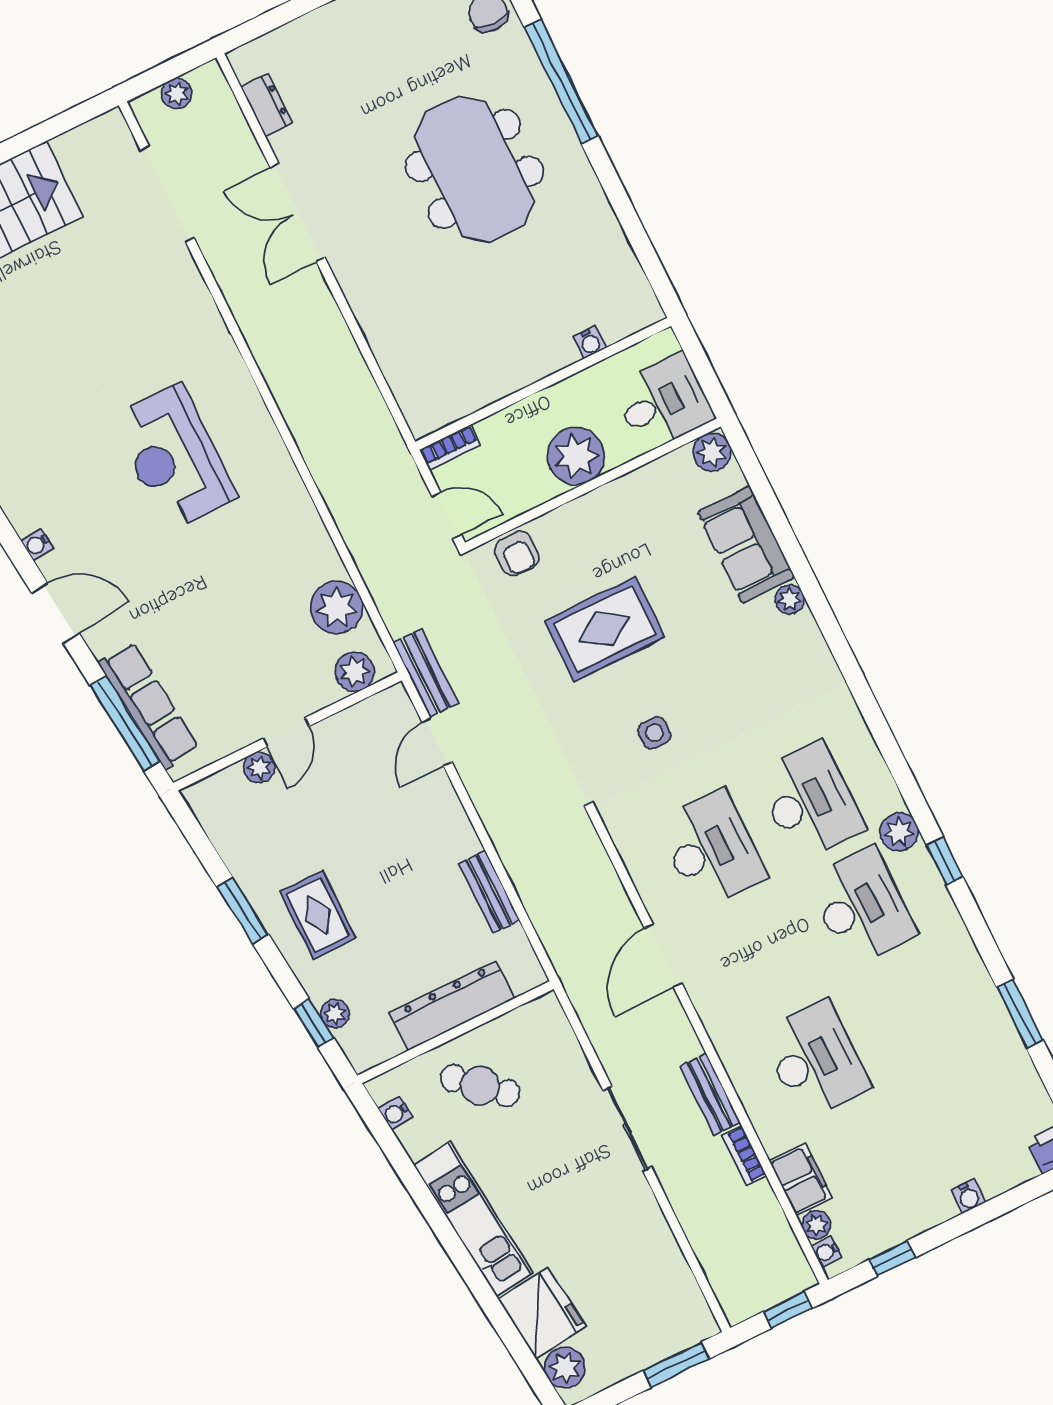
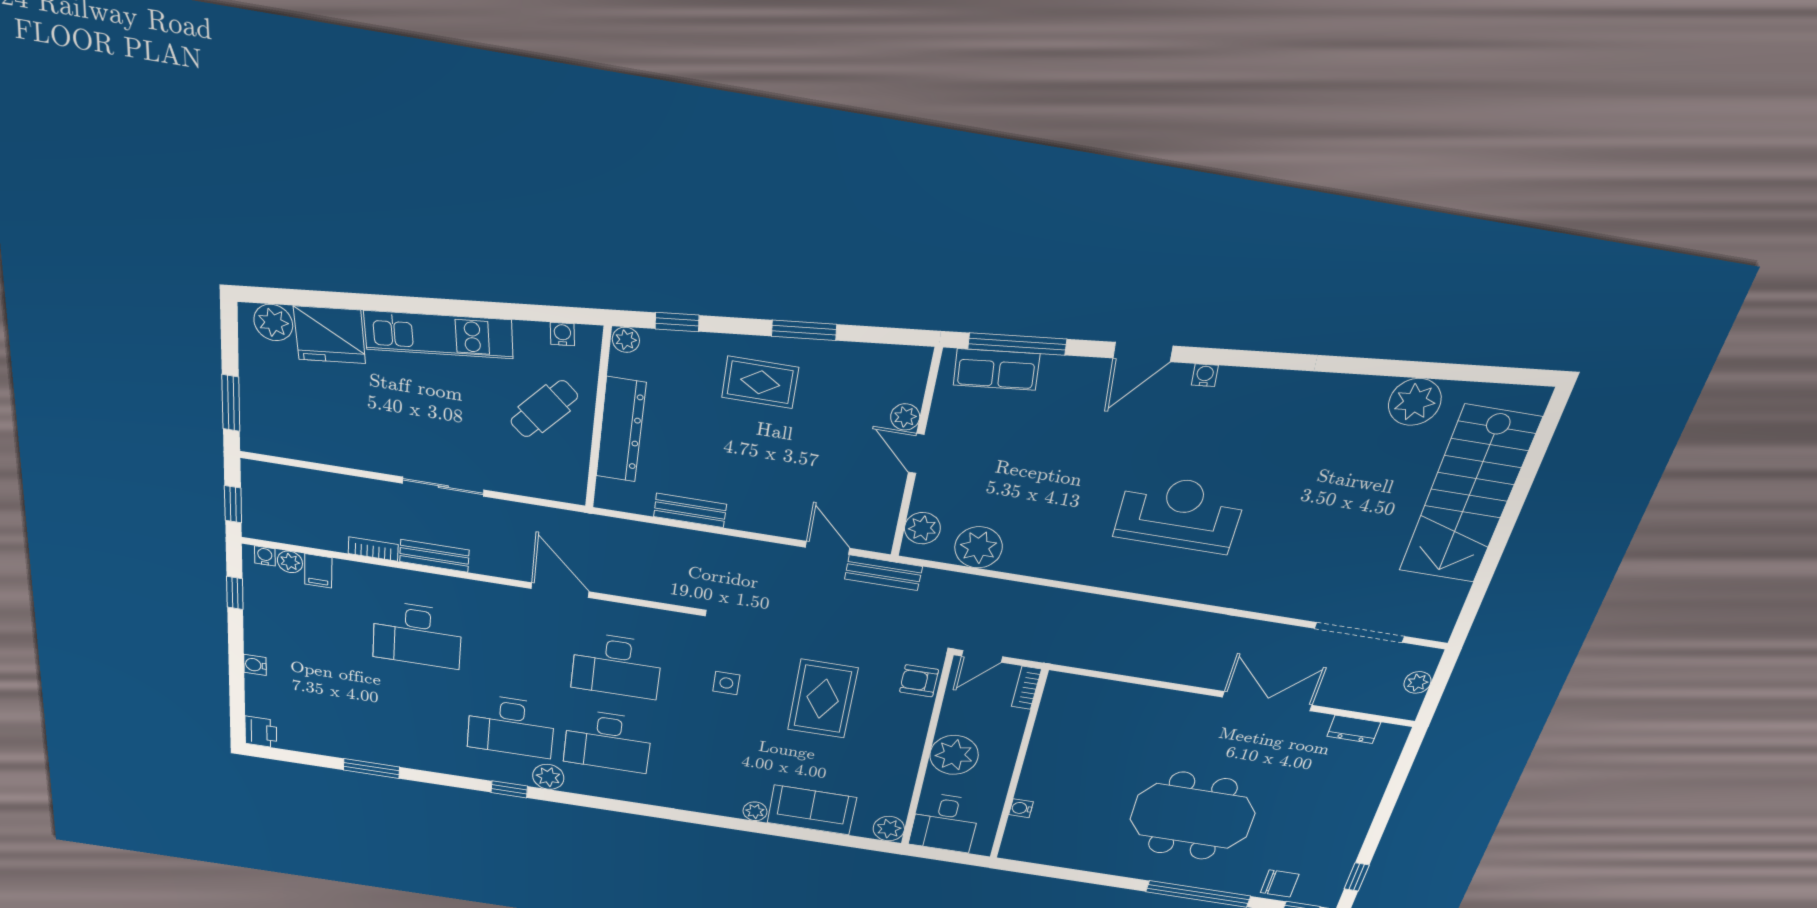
row of seats: (149, 706) -> (996, 370), width x0.68
plant: (335, 1014) -> (626, 340), moved
filing cabinet: (801, 1179) -> (318, 571), width x0.50

